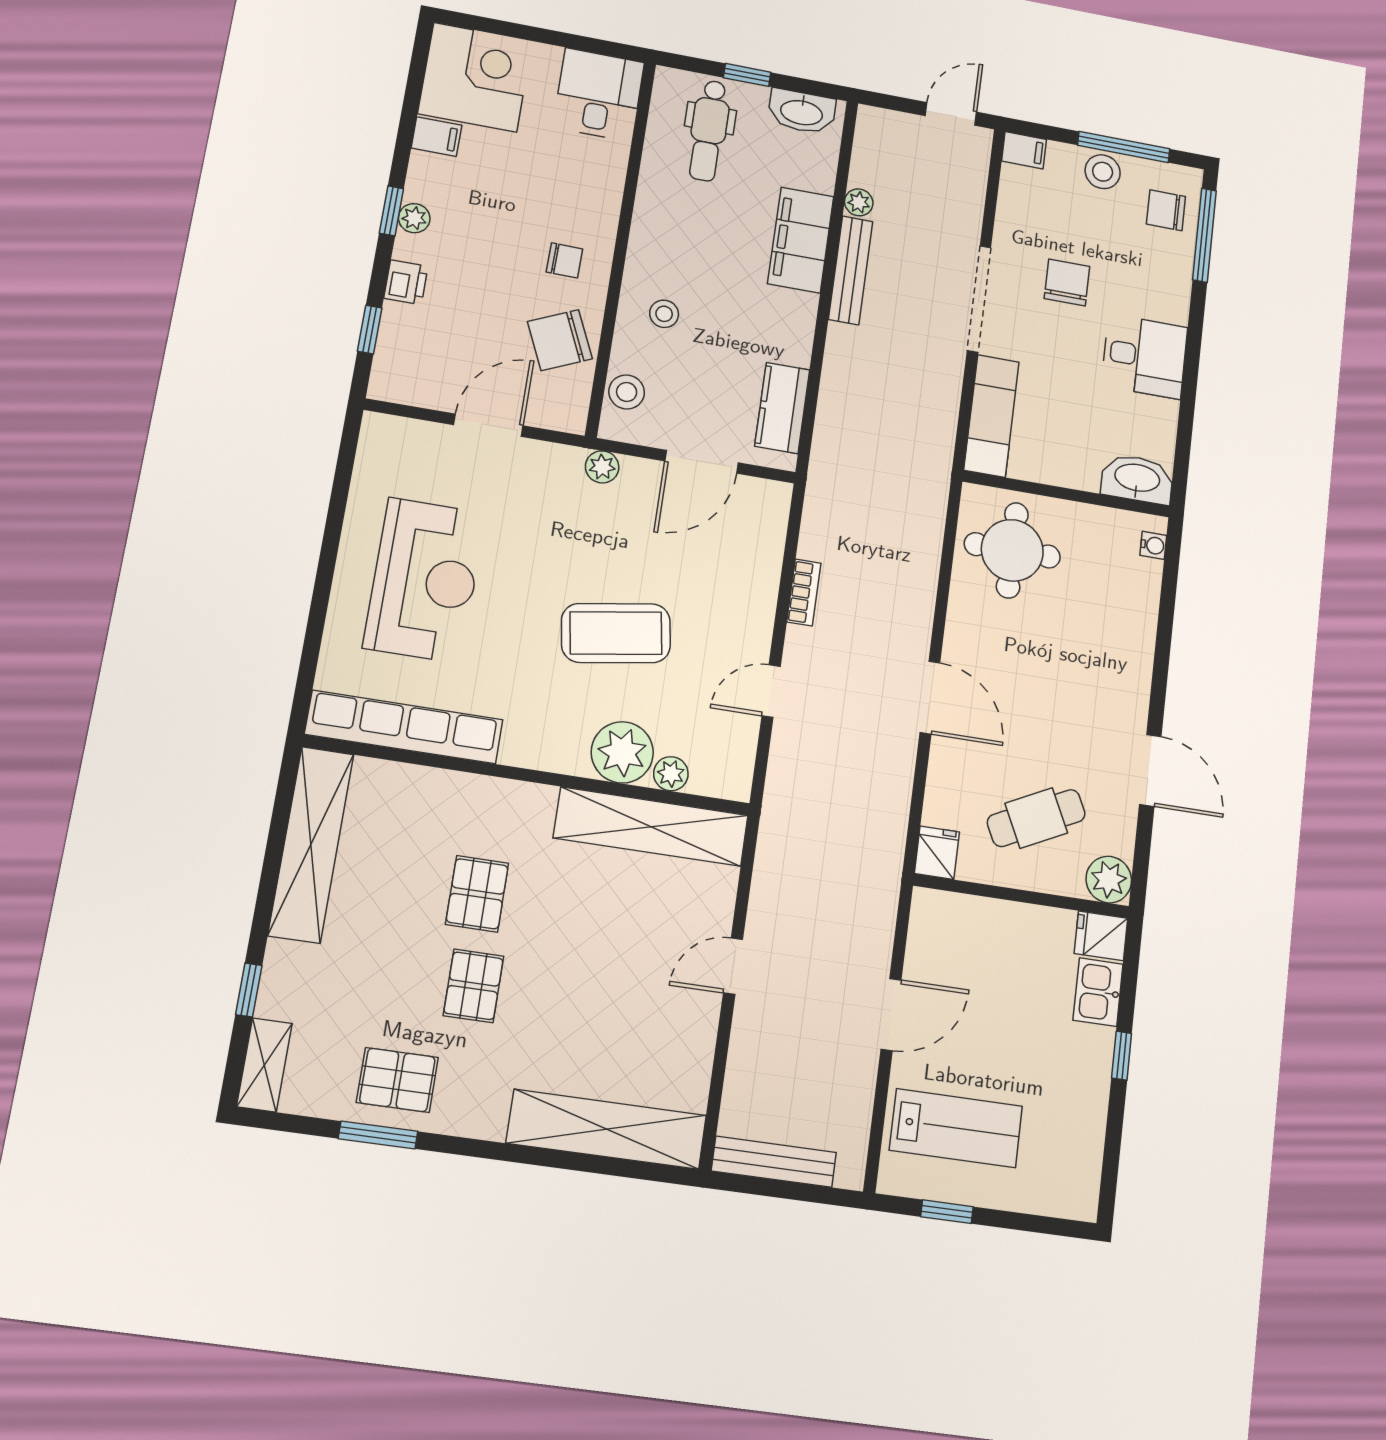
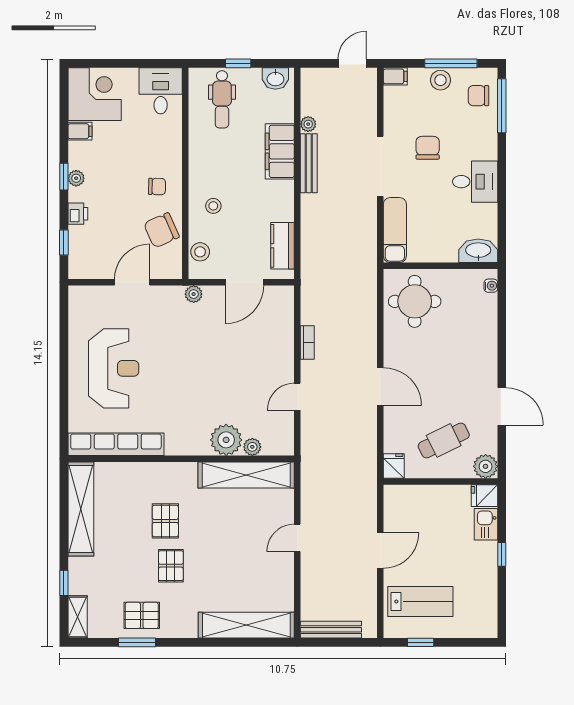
washbasin: (802, 112) -> (275, 78), width x0.72
coffee table: (616, 633) -> (214, 380), removed

